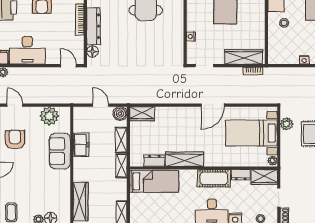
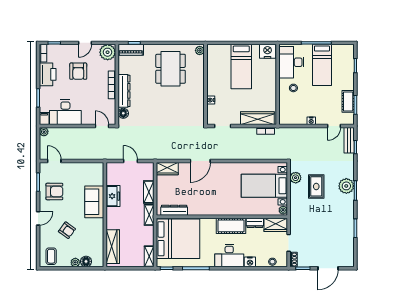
door: (213, 105) -> (200, 161), moved
boiler: (120, 114) -> (148, 169), removed
plant: (49, 116) -> (85, 171), removed
armchair: (15, 140) -> (54, 192), turned 90
wardrobe: (185, 159) -> (205, 209), removed
dresser: (154, 161) -> (174, 210), width x1.44
bed: (154, 181) -> (178, 239), width x2.04
armchair: (29, 183) -> (67, 230), added

